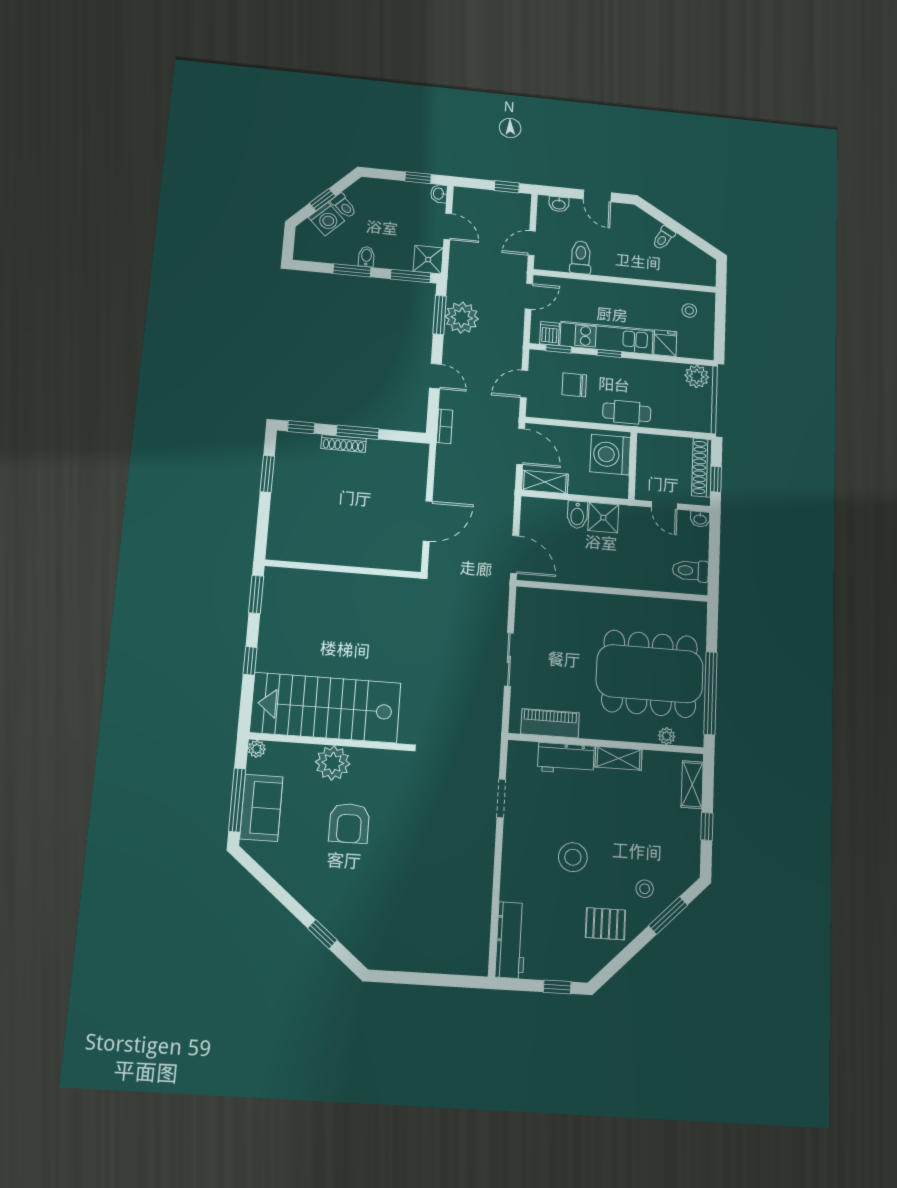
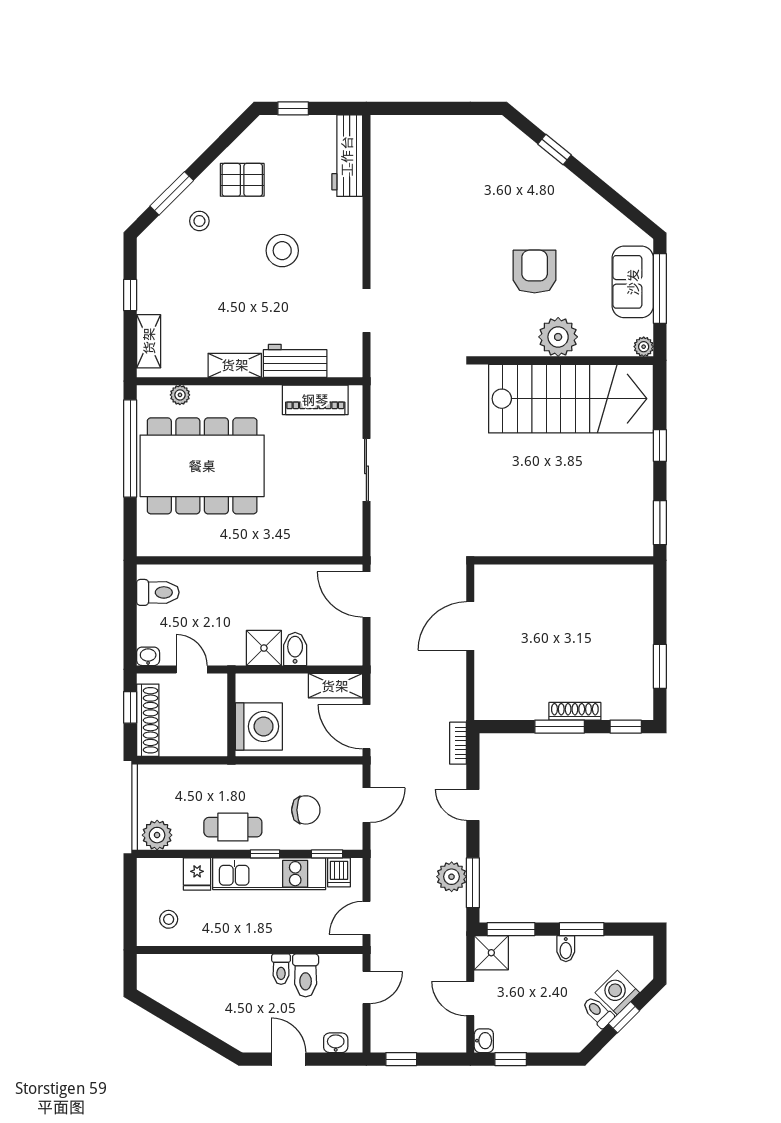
toilet: (663, 238) -> (281, 969), moved, turned 149
plant: (462, 318) -> (452, 877), width x0.73, depth x0.73
cafe table: (627, 412) -> (233, 827), moved

